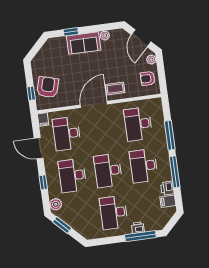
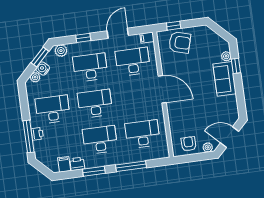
plant: (105, 36) -> (226, 56), moved
coffee table: (115, 88) -> (178, 111), removed
window: (175, 172) -> (94, 171), width x0.69
water cooler: (73, 222) -> (43, 68), added
plant: (82, 230) -> (35, 77), added

